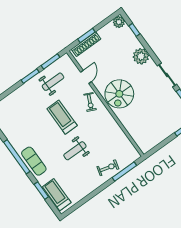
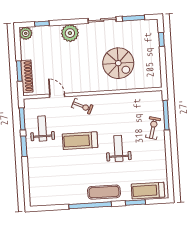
spiral stairs: (119, 94) -> (118, 63), moved
weight bench: (75, 151) -> (118, 148), turned 180

